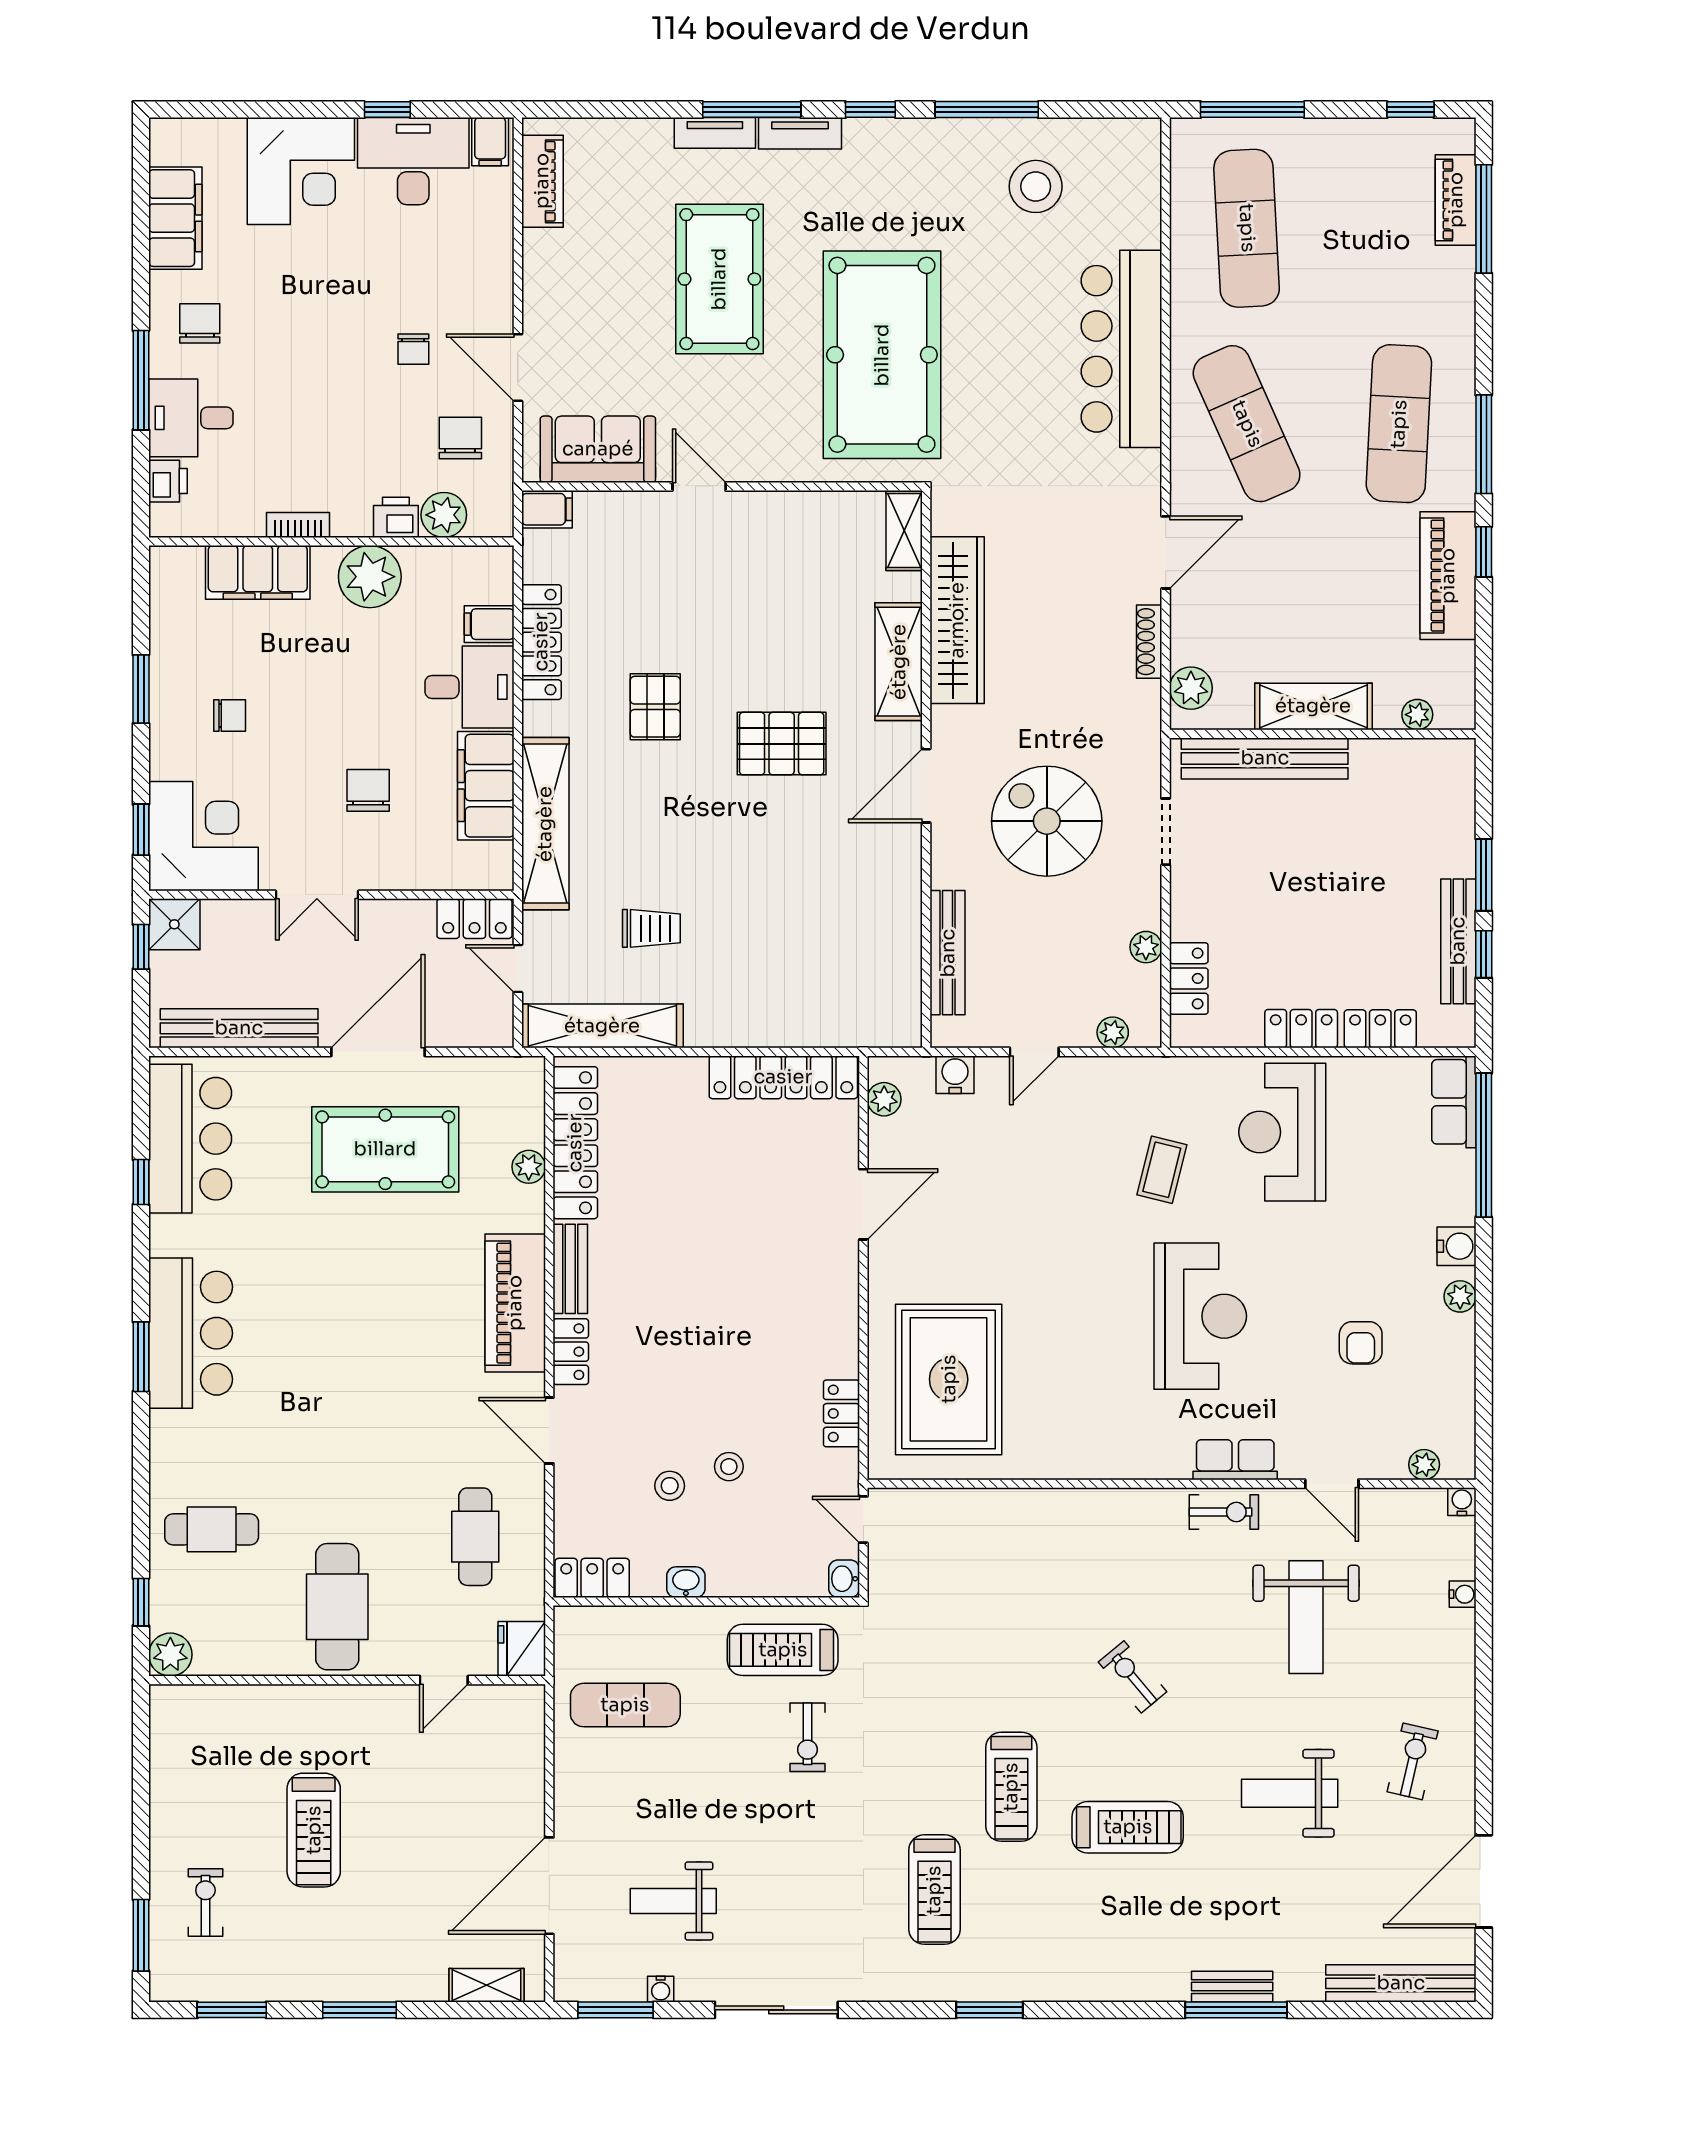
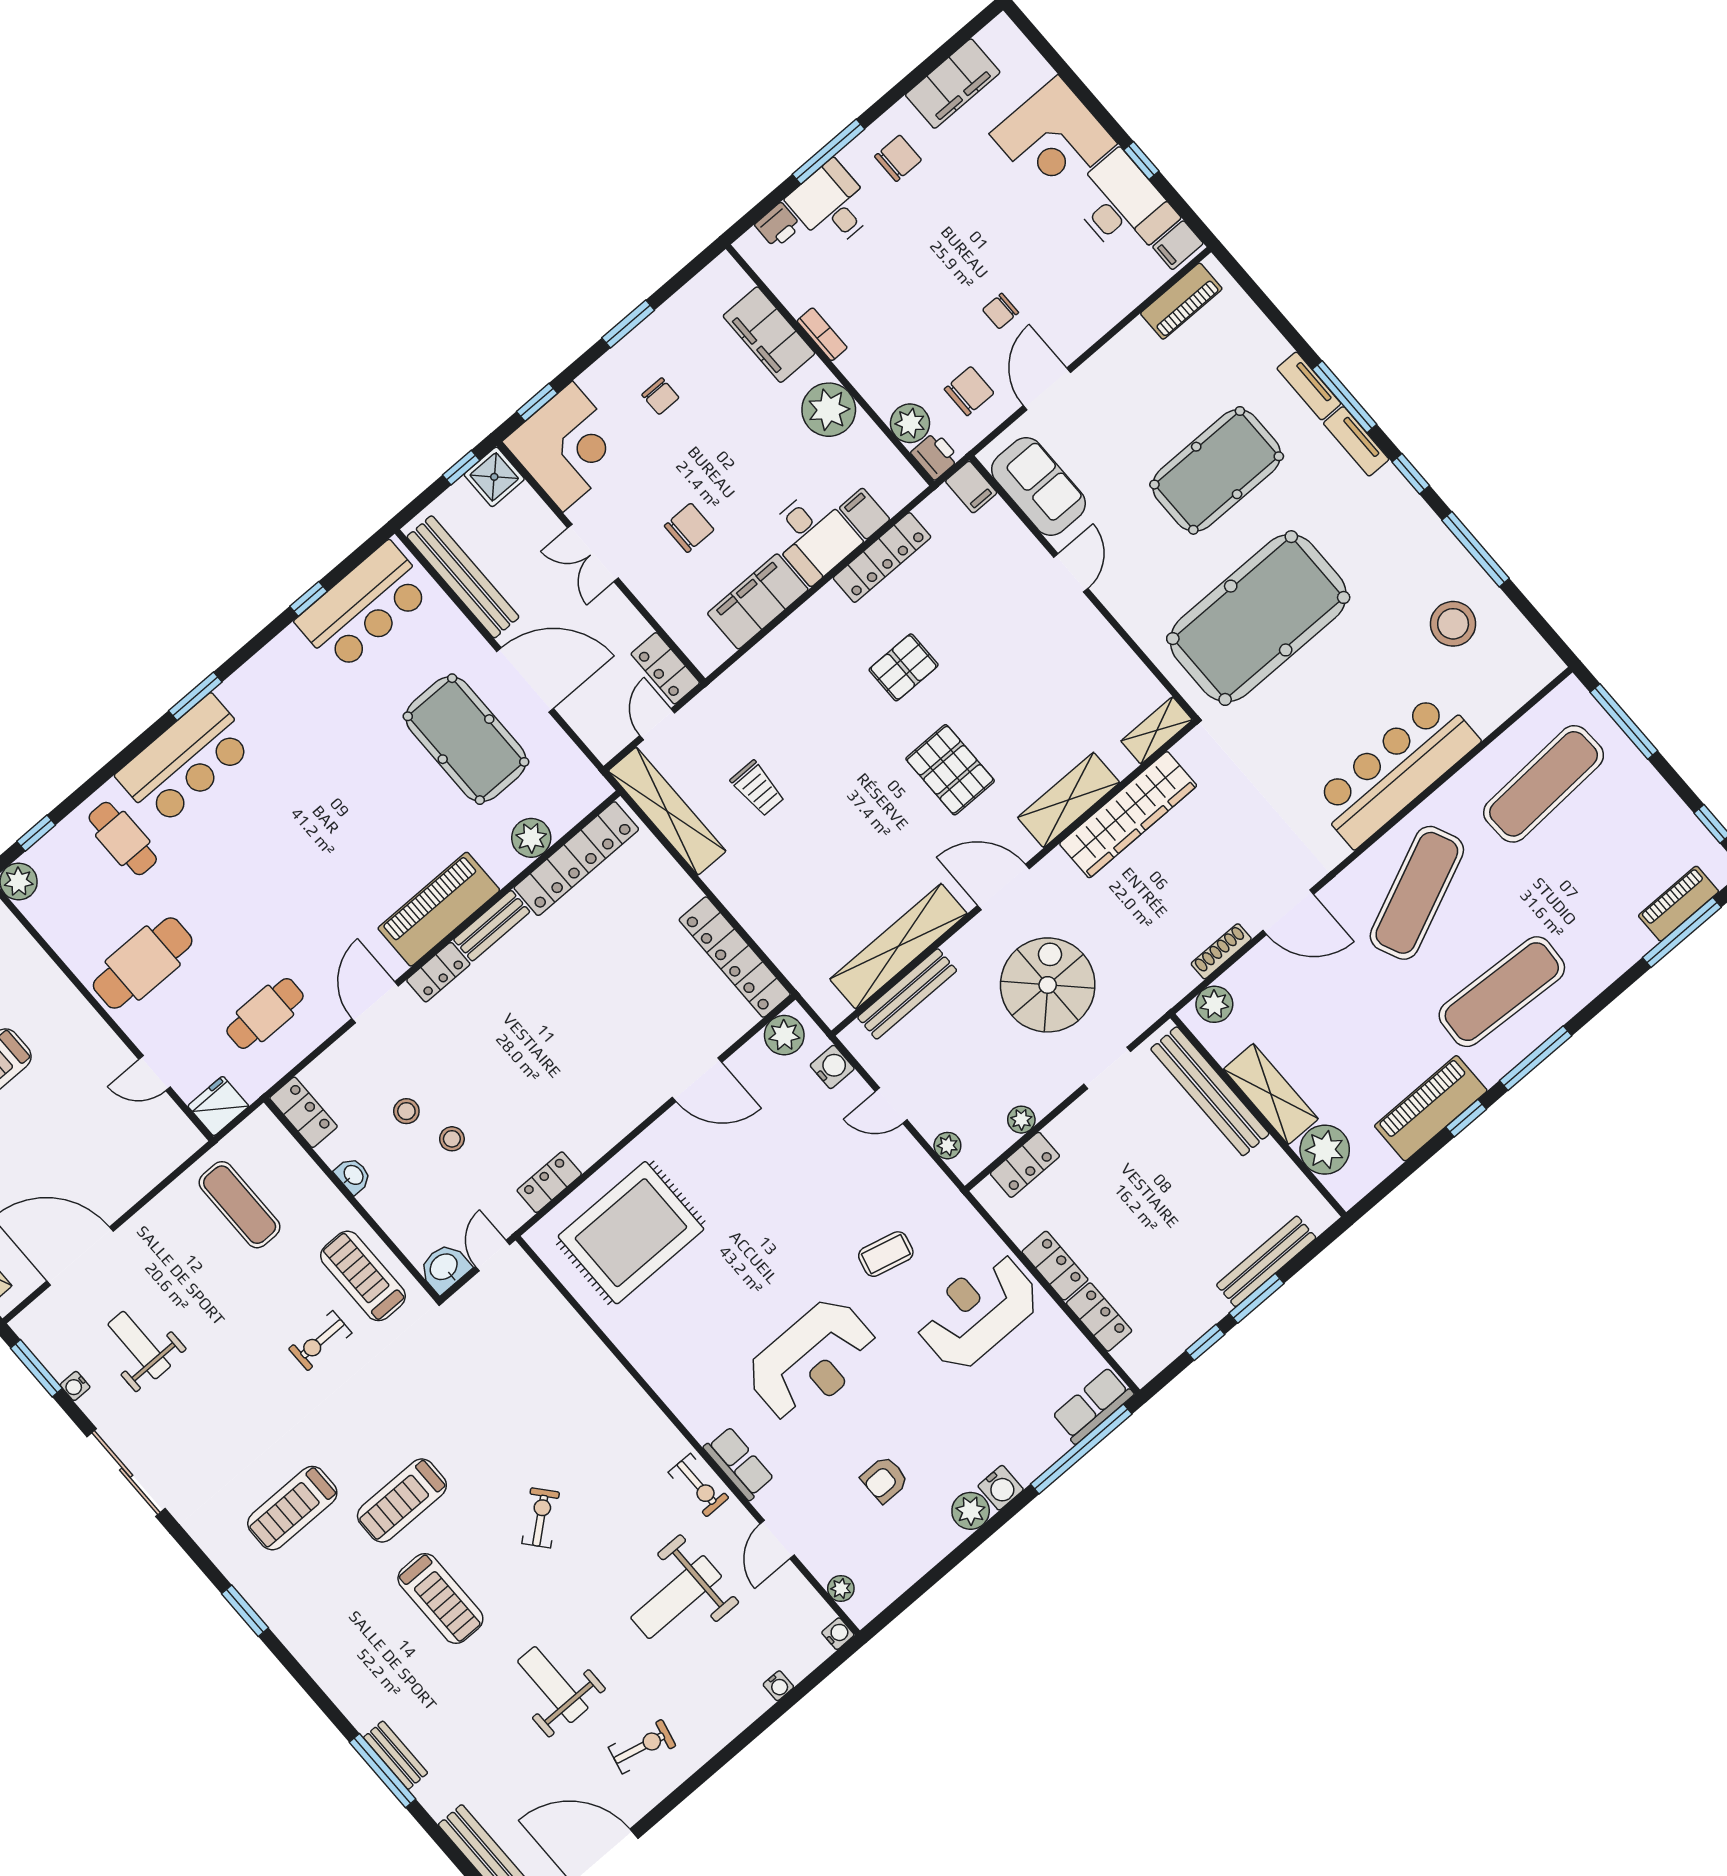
printer: (396, 517) -> (935, 456), moved
plant: (1417, 715) -> (1325, 1150), width x1.88, depth x1.88
shelving: (545, 824) -> (898, 946), moved
bench: (1458, 941) -> (1266, 1261), moved
plant: (884, 1099) -> (784, 1035), width x1.38, depth x1.38
plant: (529, 1167) -> (531, 838), width x1.38, depth x1.38
plant: (1460, 1296) -> (971, 1511), width x1.38, depth x1.38
bar counter: (191, 1333) -> (186, 761), moved
washbasin: (844, 1579) -> (444, 1268), width x1.38, depth x1.45

